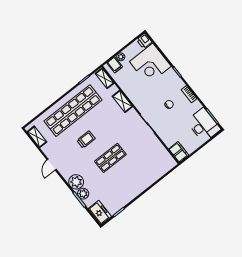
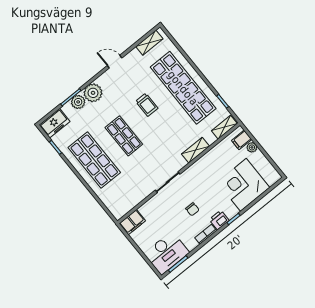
printer: (144, 41) -> (219, 220), moved
shop shelf: (129, 182) -> (94, 160), added

